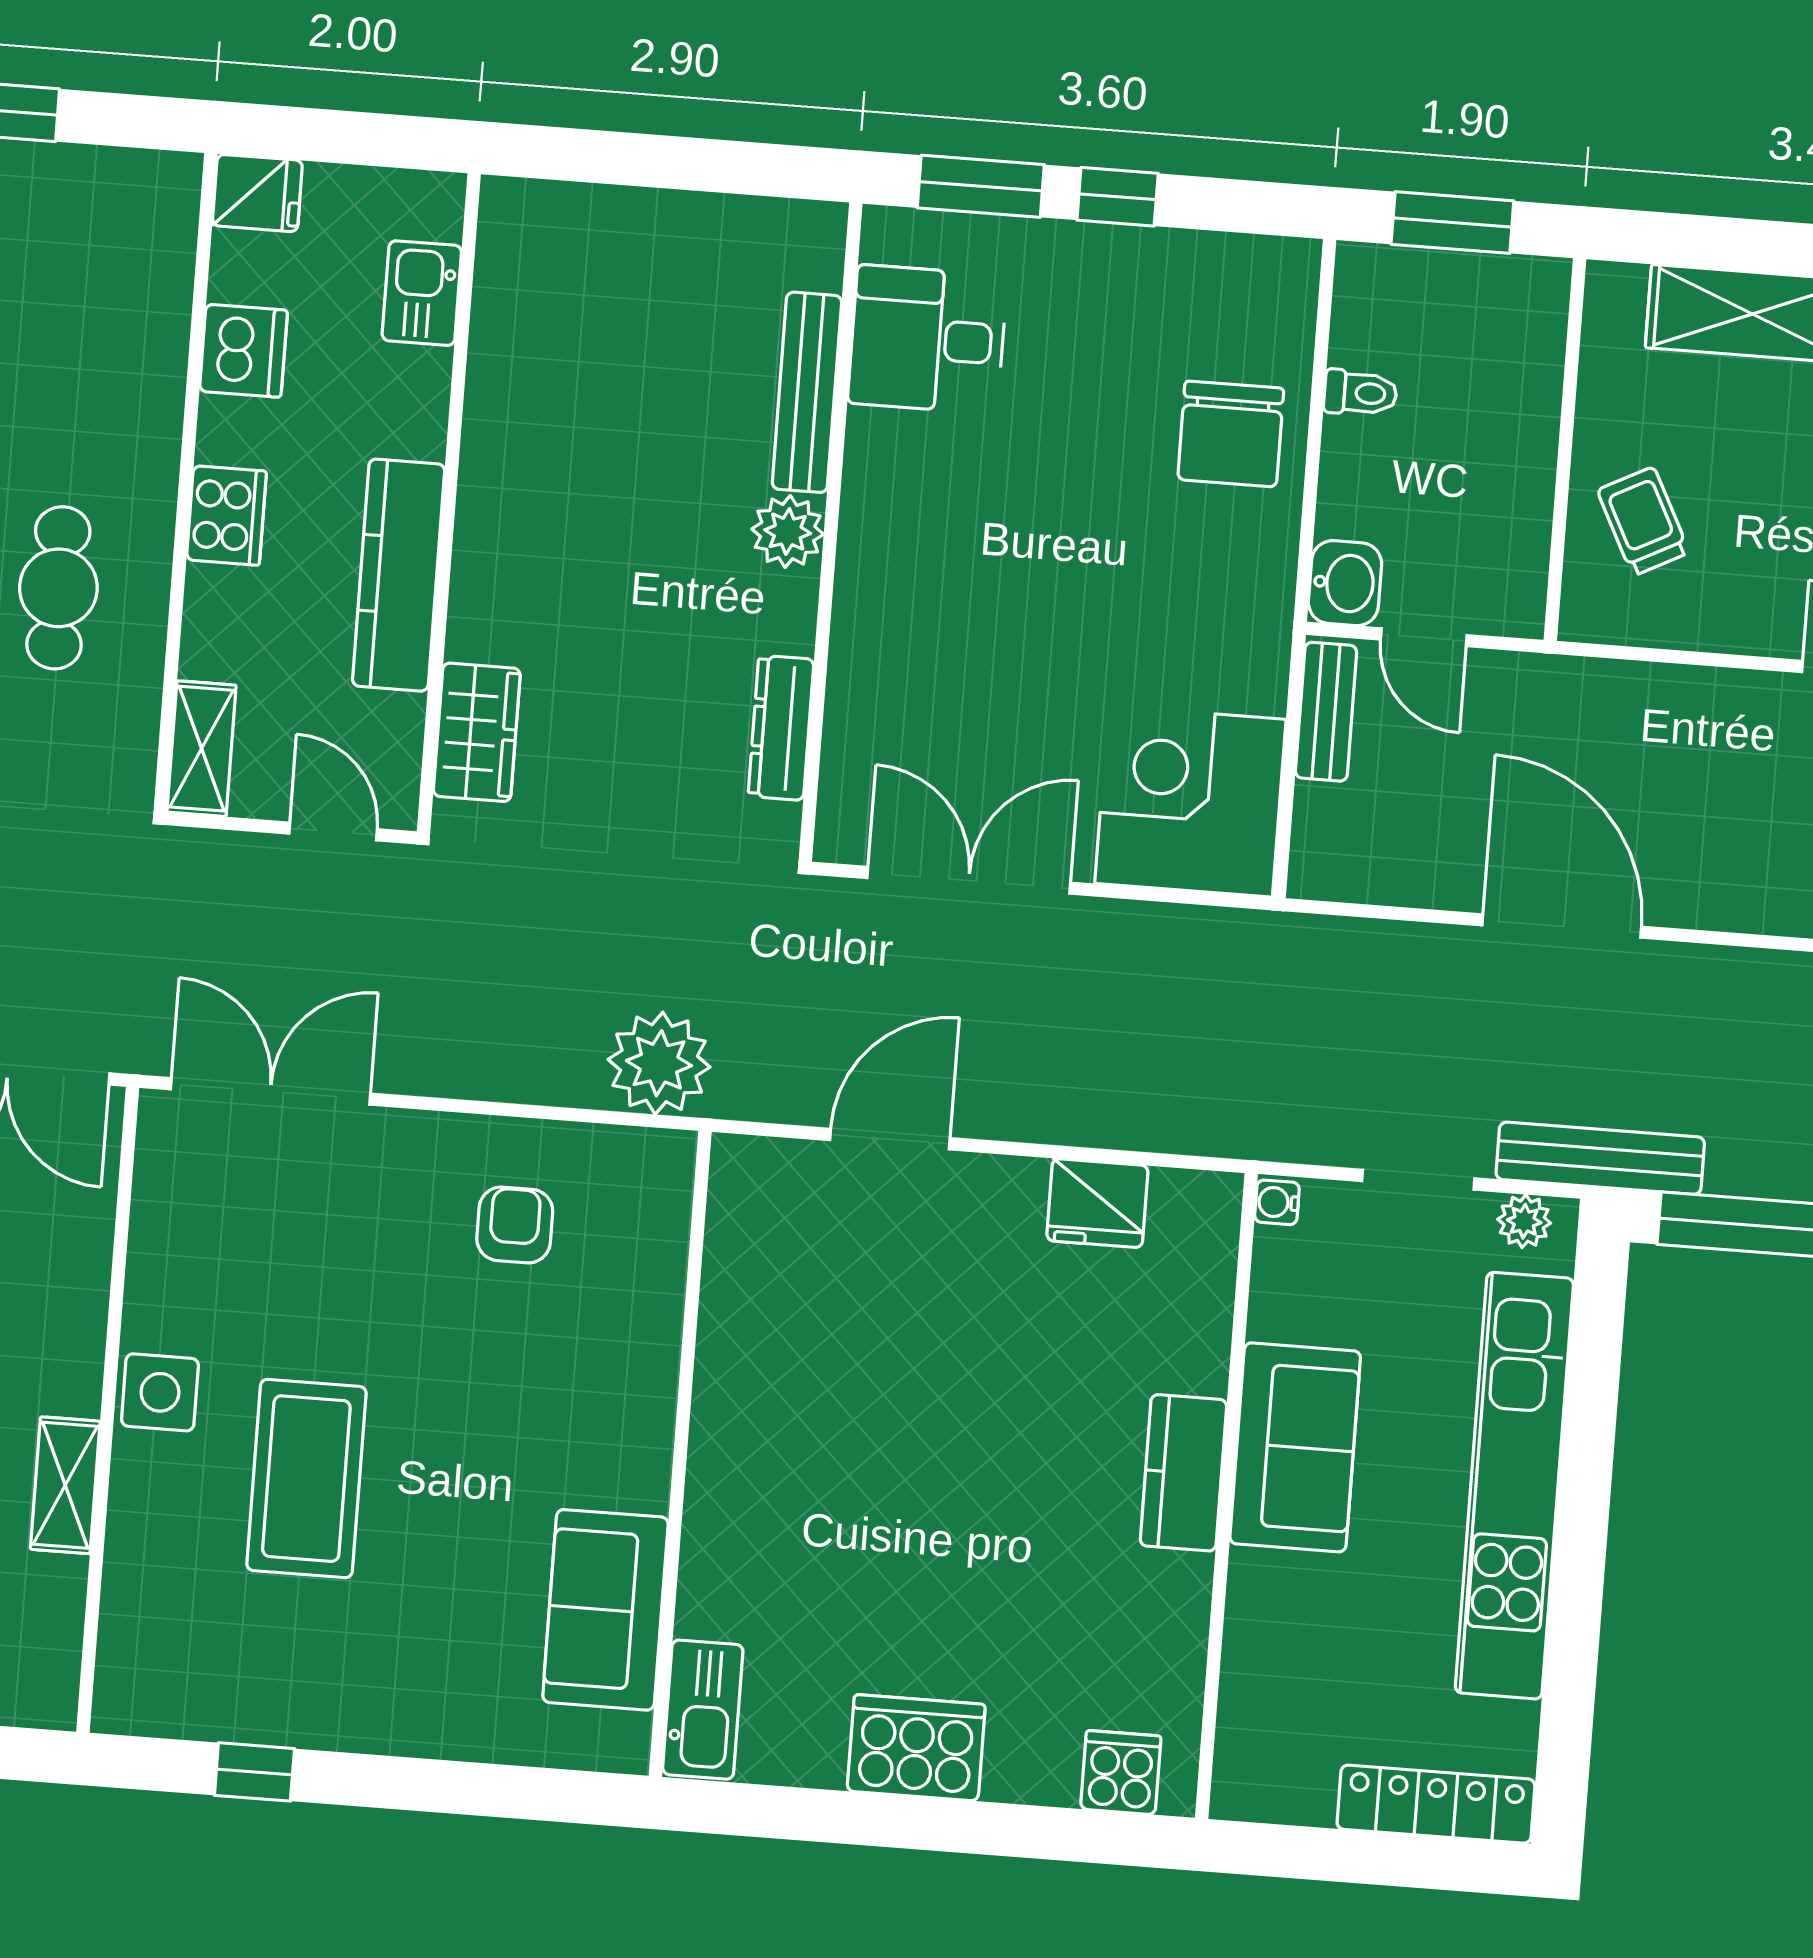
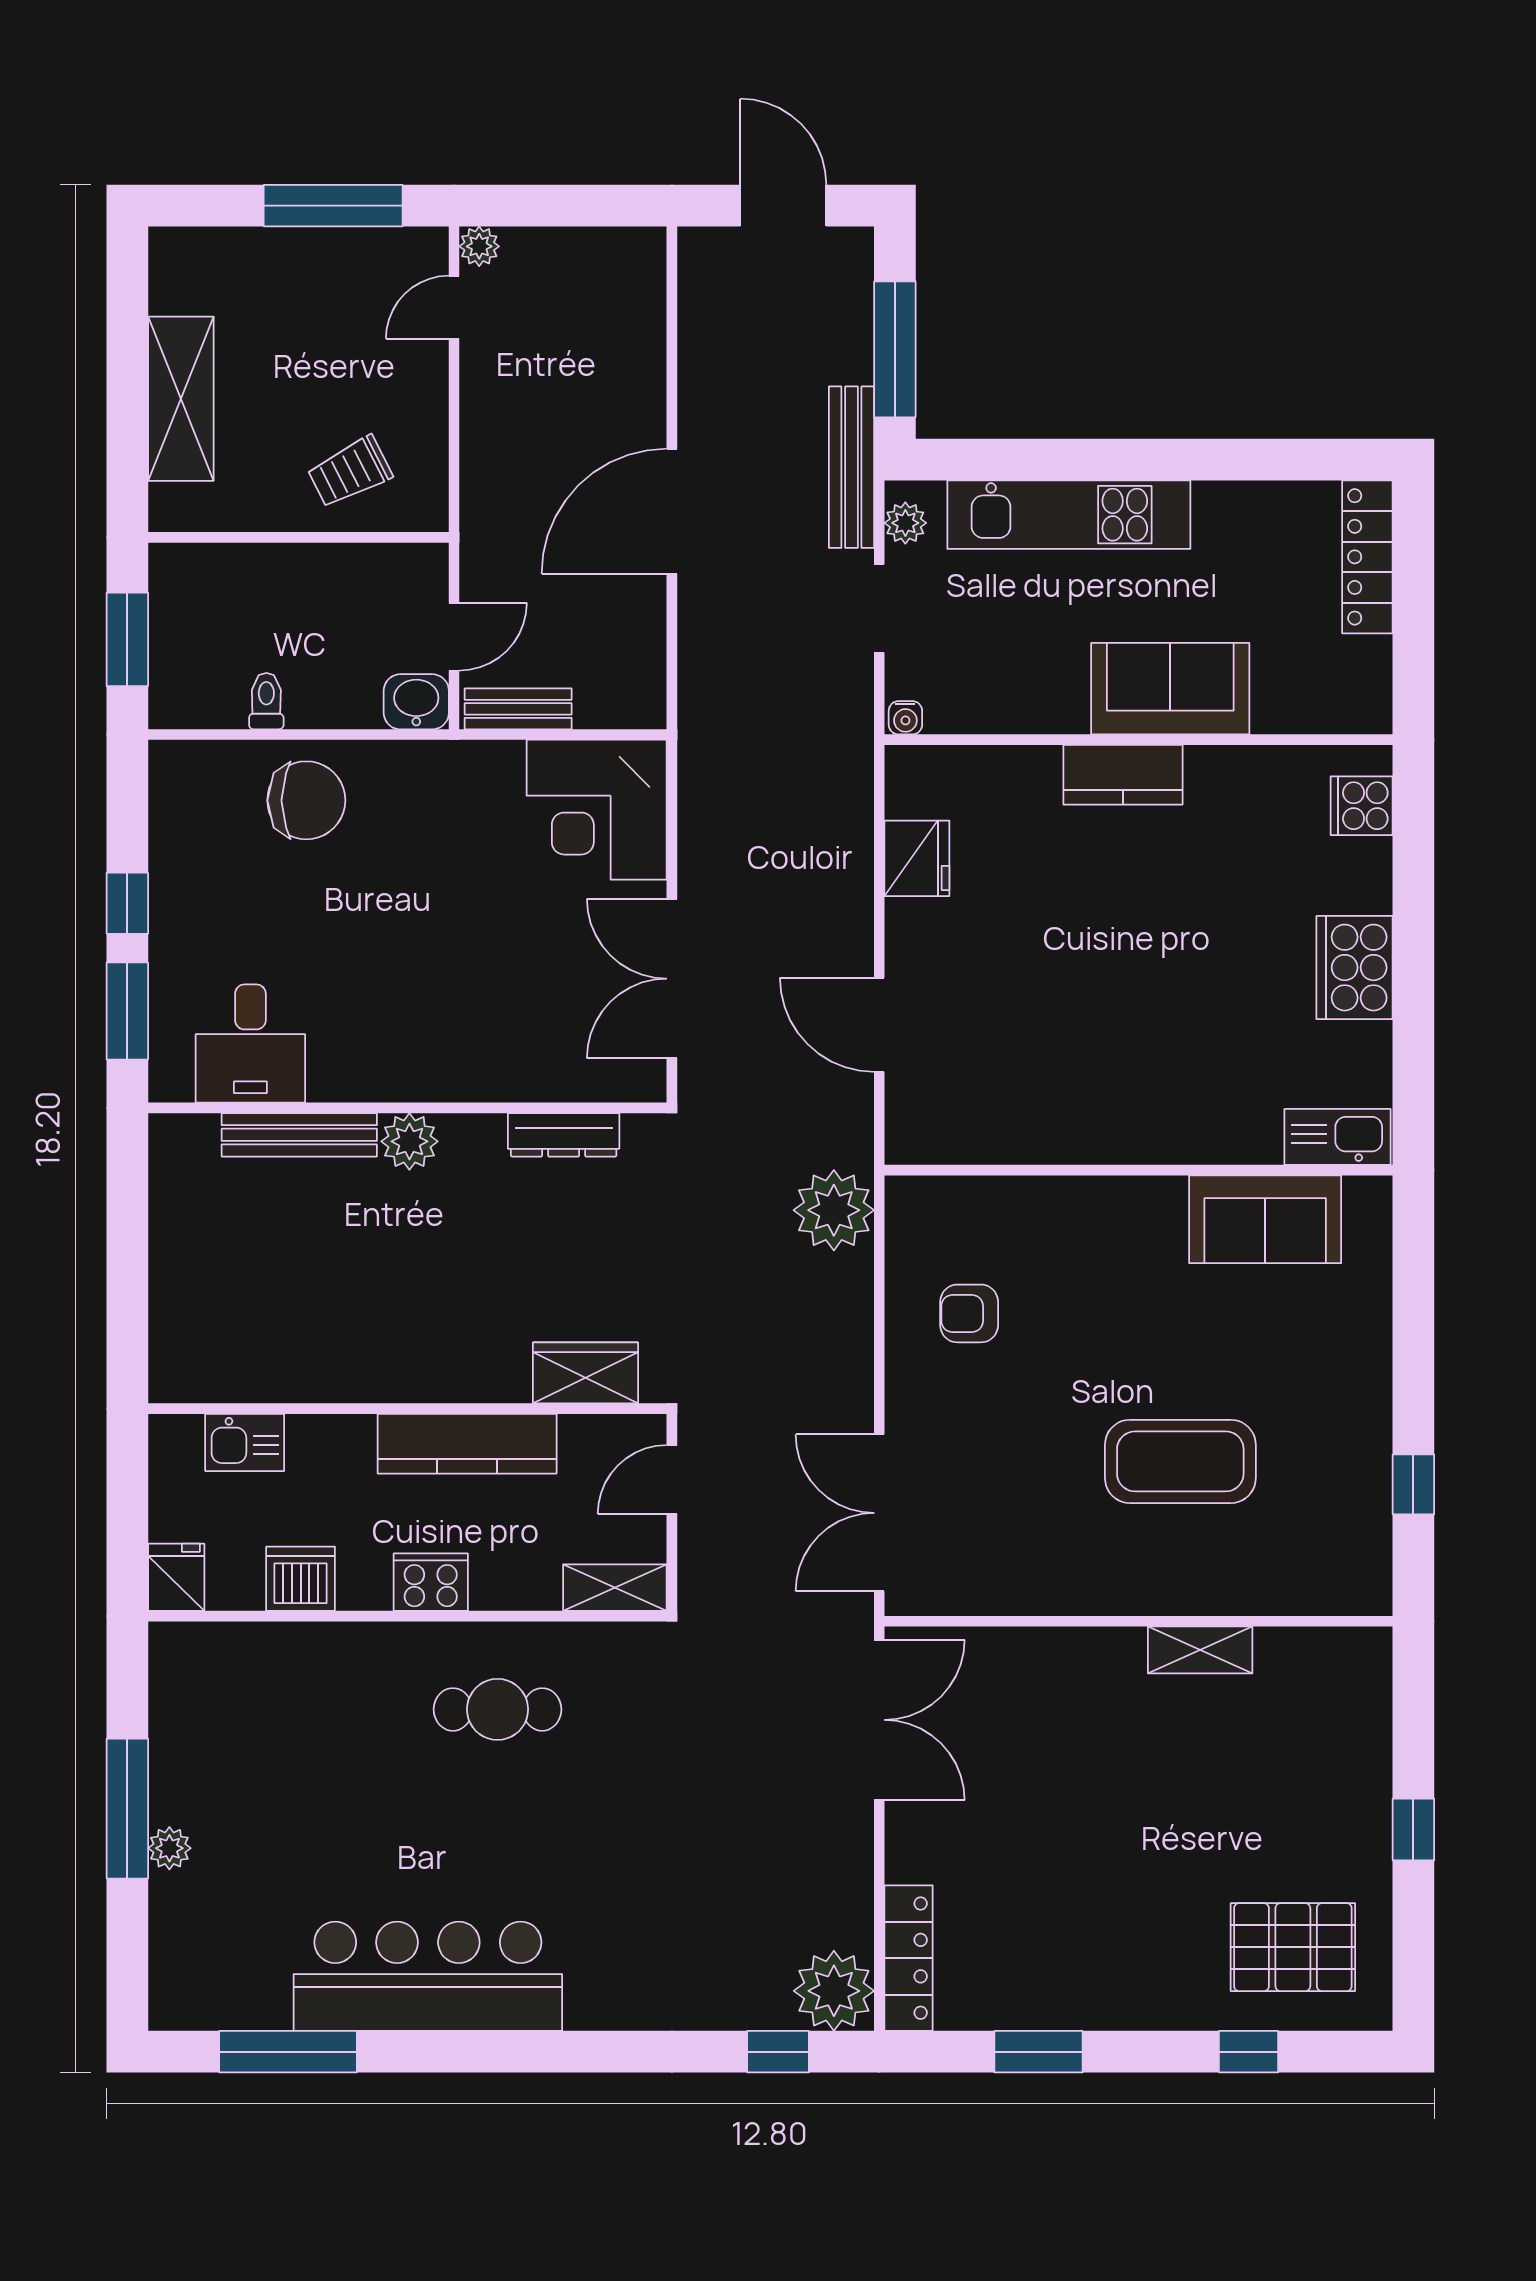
side table: (160, 1392) -> (1122, 1581), removed
sofa: (1295, 1447) -> (1170, 689), moved
kitchen unit: (1514, 1486) -> (1069, 515), width x0.73

